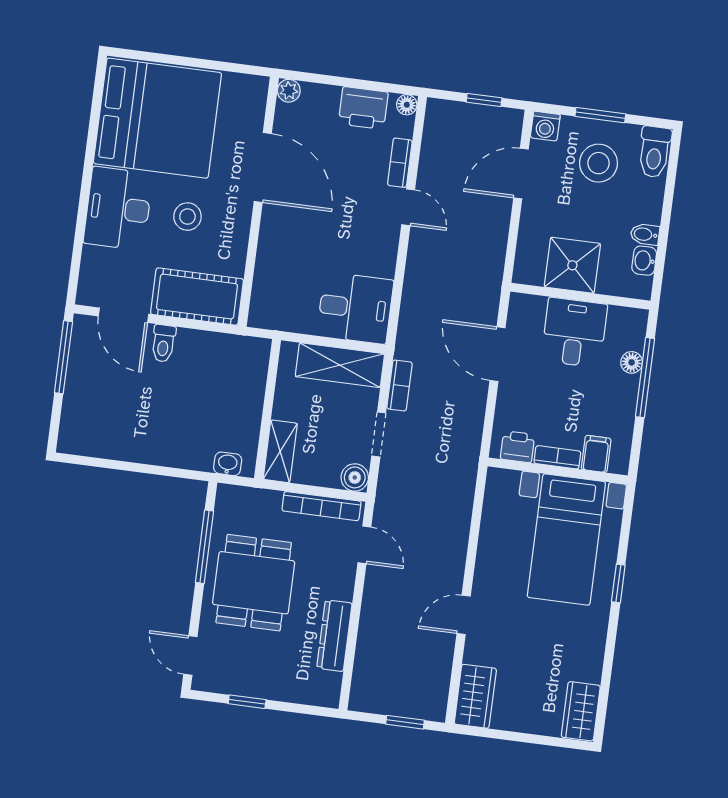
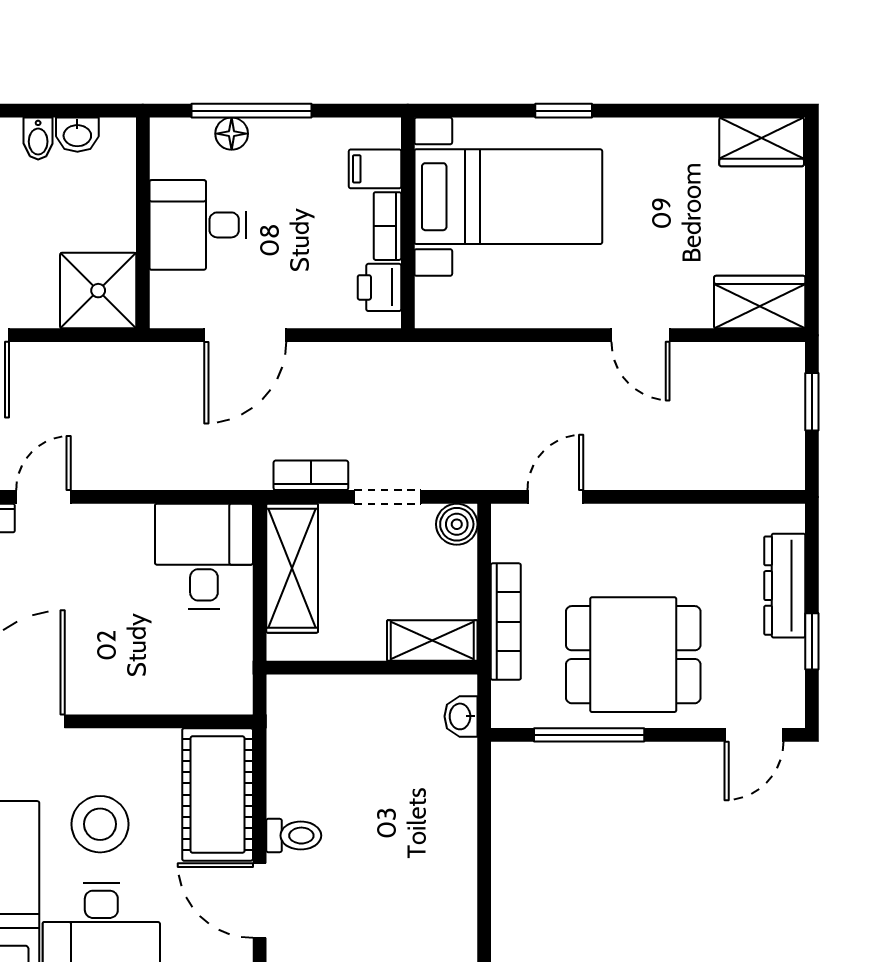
stool: (187, 217) -> (100, 824), width x1.38, depth x1.38
shower: (572, 265) -> (98, 291), moved
door: (123, 315) -> (260, 901), swing flipped
bookcase: (322, 506) -> (506, 622), moved
dresser: (334, 636) -> (785, 586), moved, turned 90

